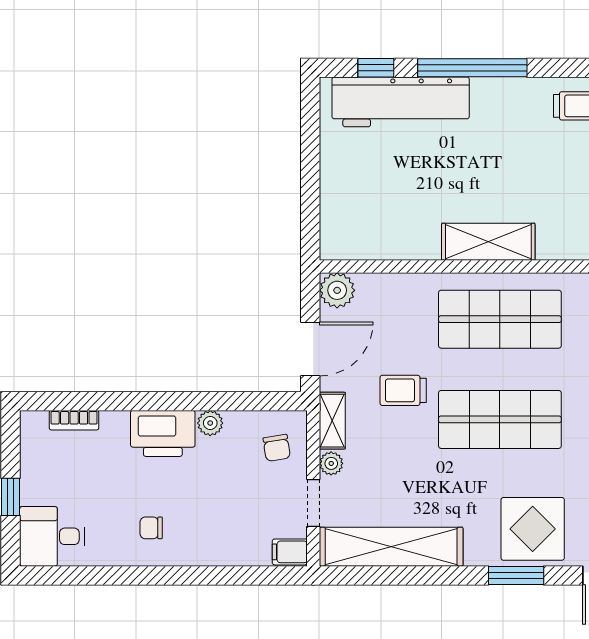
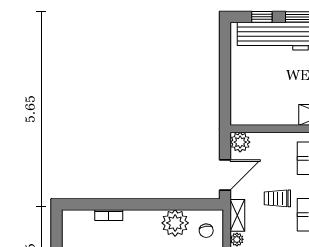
bookcase: (74, 420) -> (109, 215), moved
plant: (210, 423) -> (175, 223), width x1.87, depth x1.87
printer: (163, 433) -> (142, 223), removed

